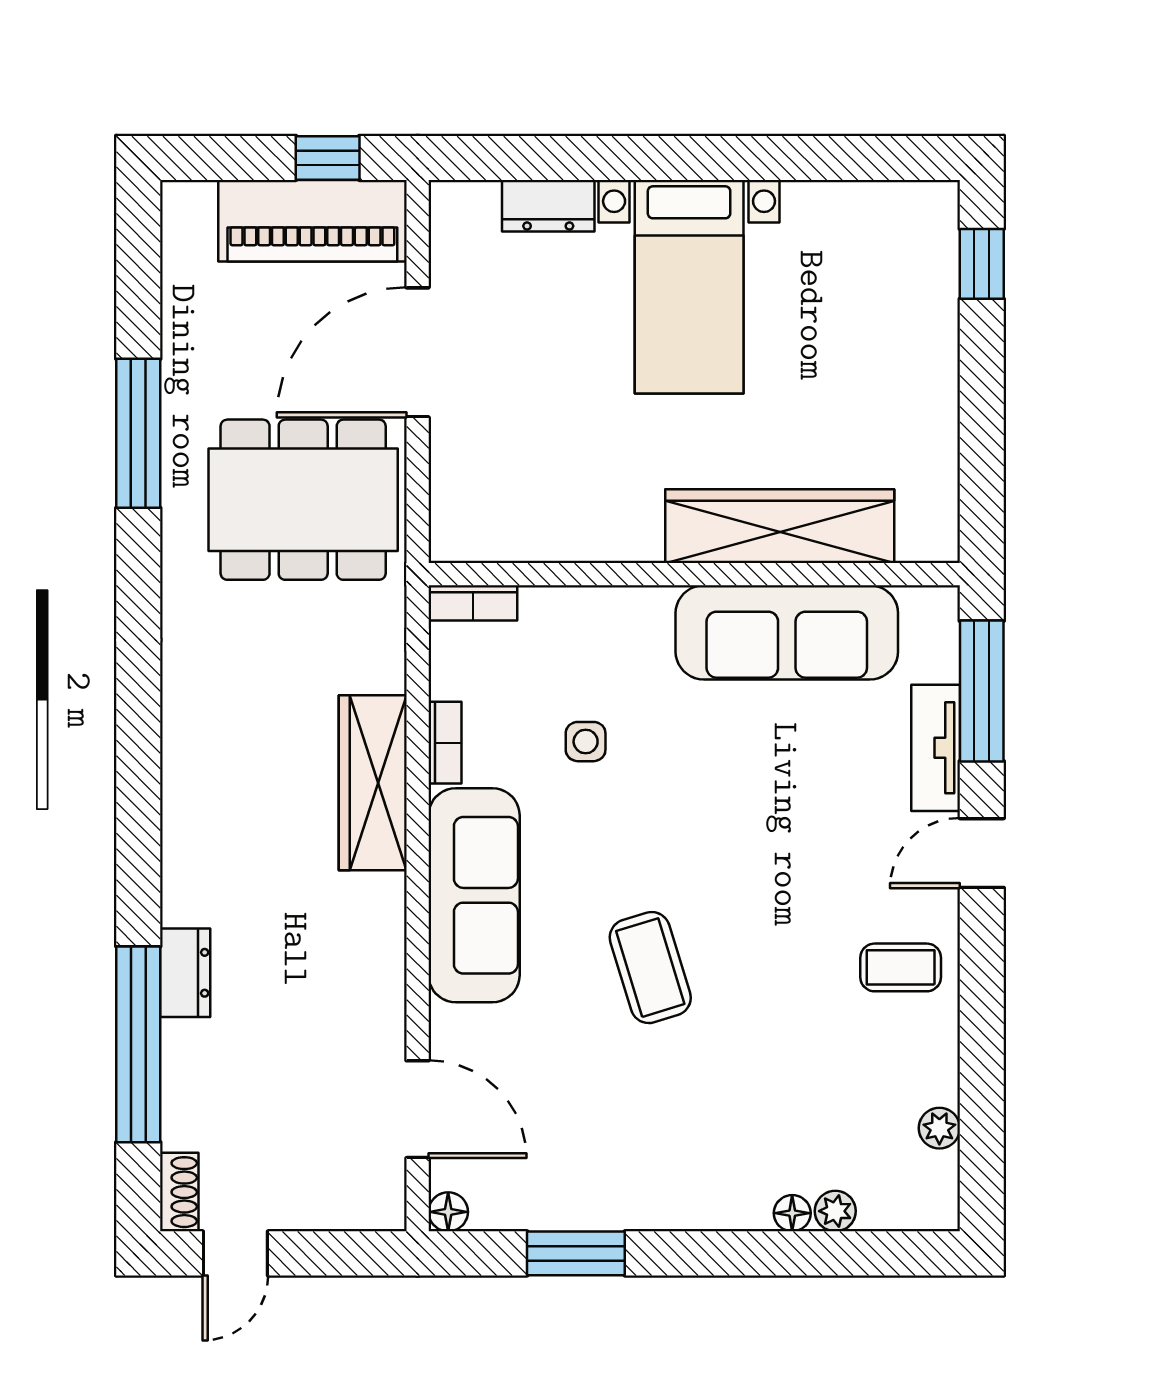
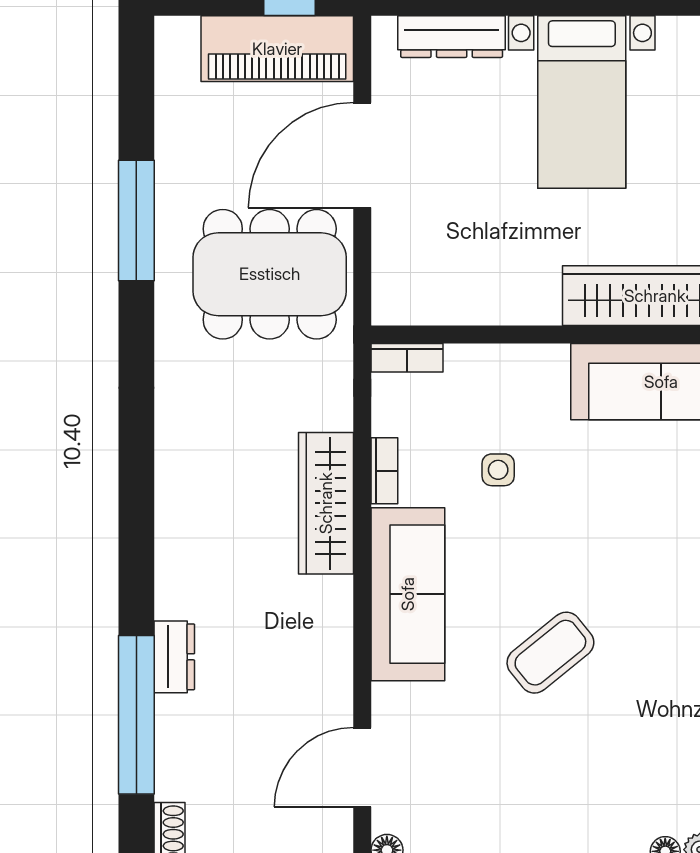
dresser: (548, 206) -> (452, 37), width x1.44
coffee table: (650, 968) -> (550, 653), turned 68
door: (418, 1109) -> (362, 767), swing flipped

